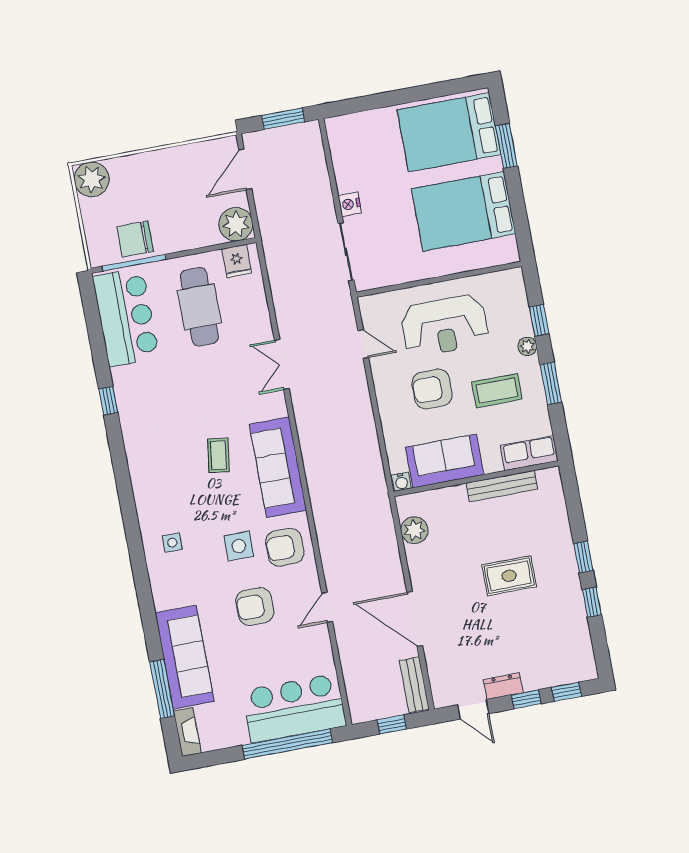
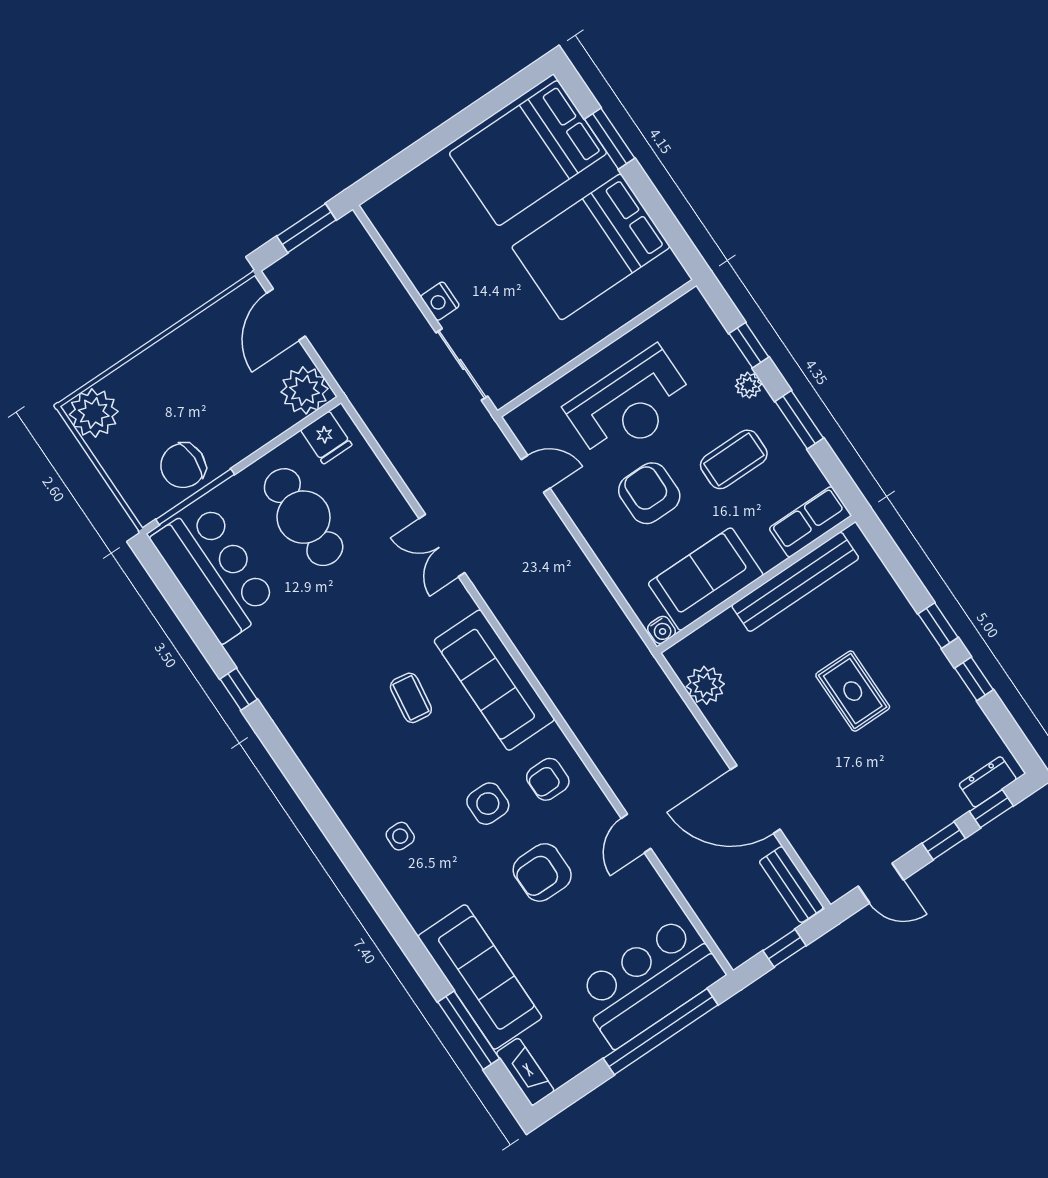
armchair: (432, 389) -> (649, 493), turned 90
bench: (502, 486) -> (795, 582), width x1.37, depth x1.21
armchair: (285, 547) -> (548, 779), width x0.72, depth x0.72
rug: (509, 576) -> (853, 691), turned 90
dresser: (503, 686) -> (988, 782), moved

